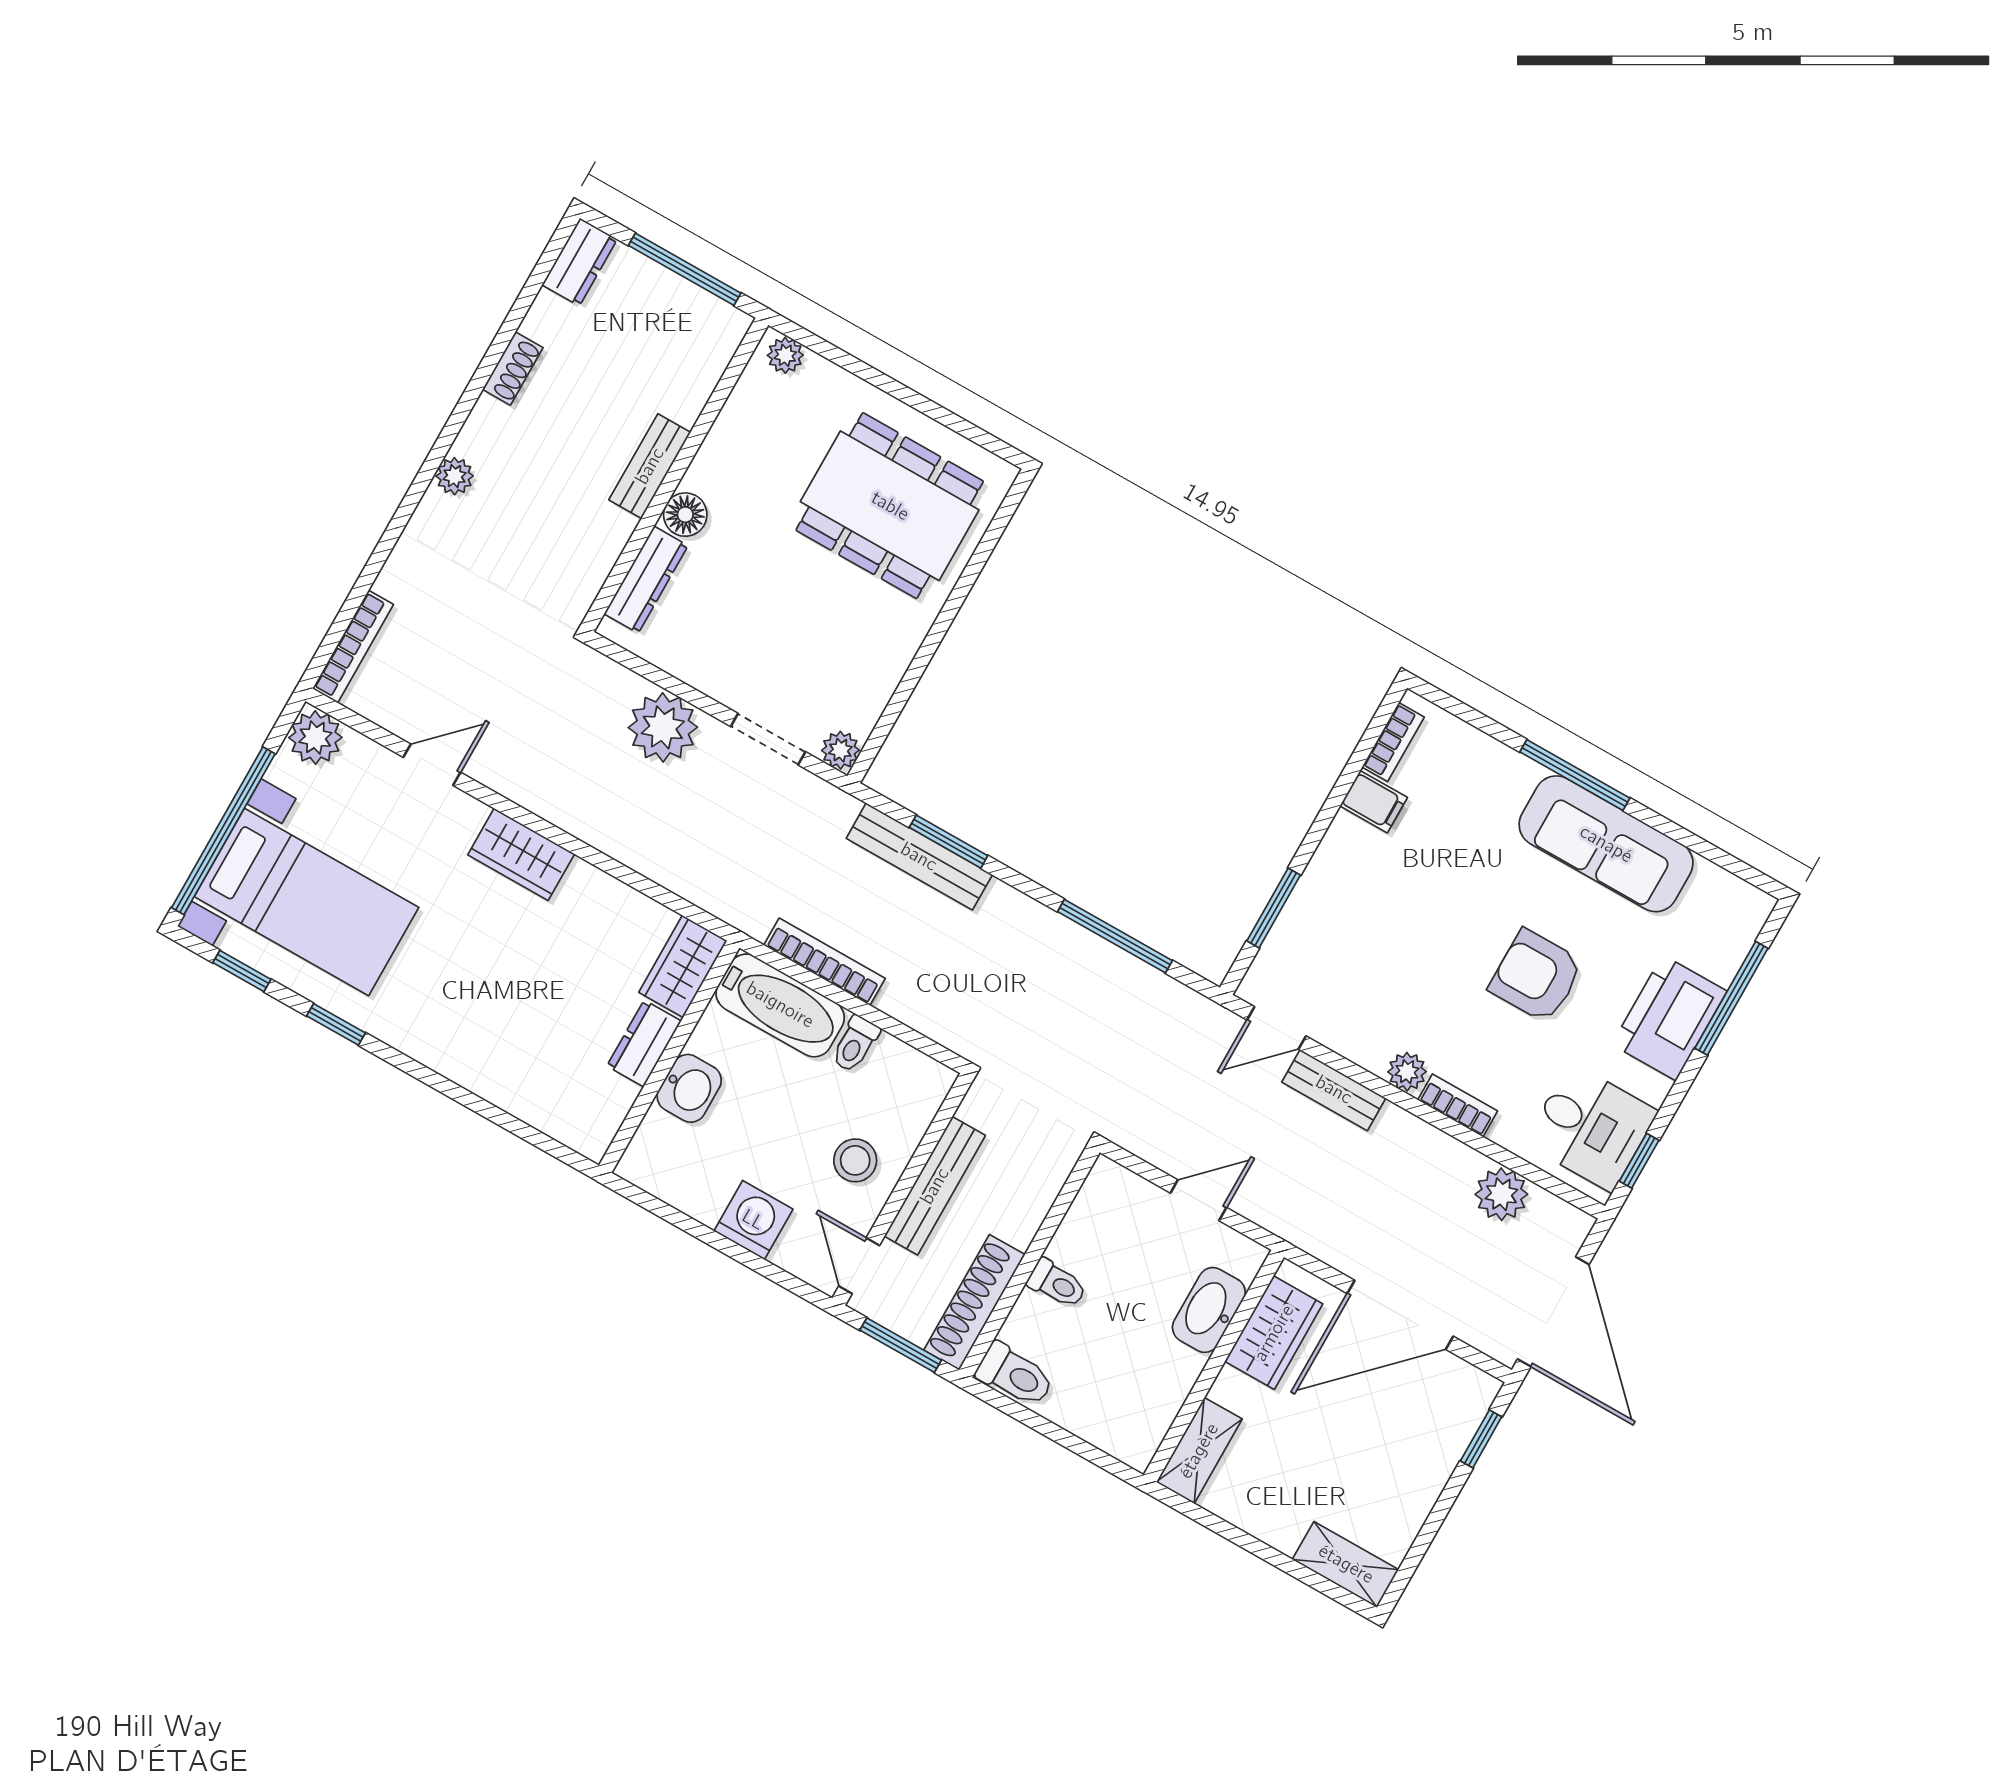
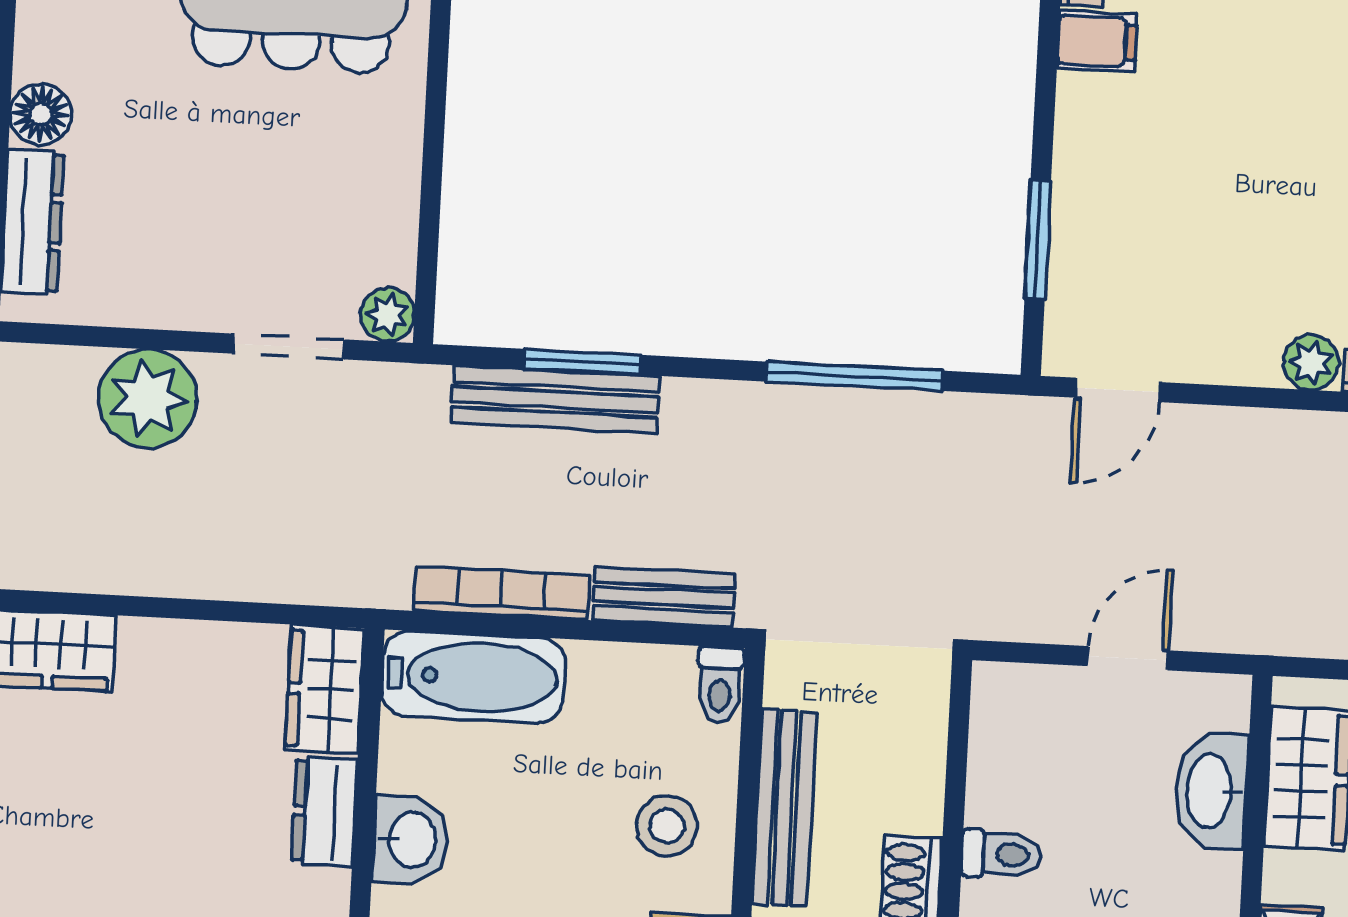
toilet: (855, 1044) -> (720, 685), moved
bench: (1334, 1090) -> (664, 597), moved

